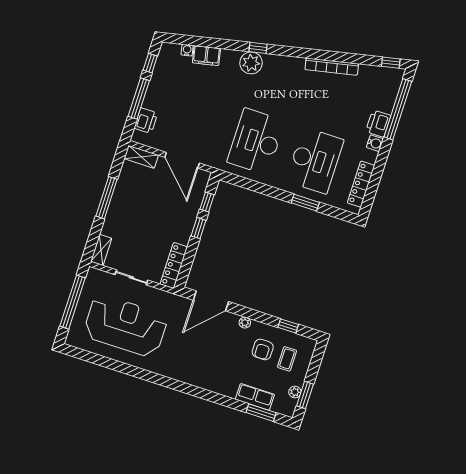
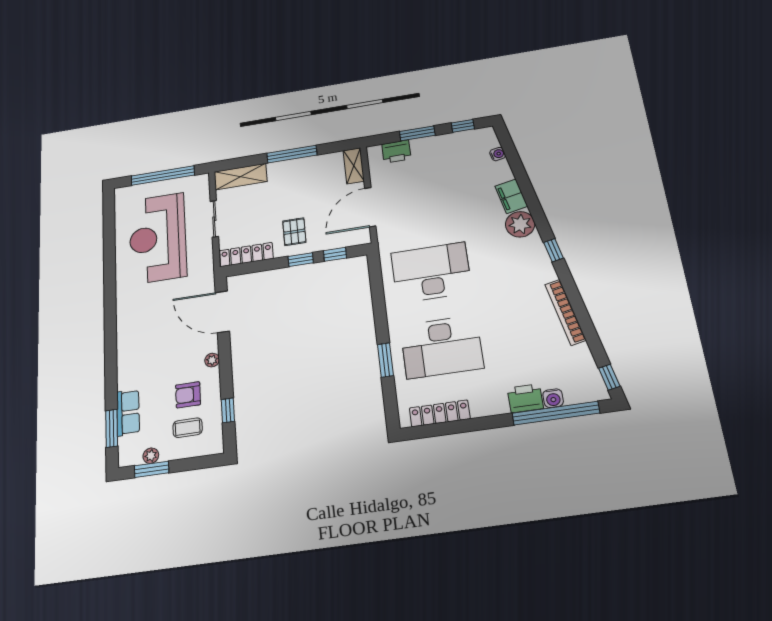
window: (258, 48) -> (554, 250), moved
filing cabinet: (206, 56) -> (511, 196), moved
window: (139, 99) -> (417, 133), width x0.69
water cooler: (375, 143) -> (553, 398), moved
pallet: (173, 223) -> (294, 232), added
shelving: (101, 250) -> (241, 177), width x1.50, depth x1.33
reception desk: (125, 326) -> (158, 238), turned 180

